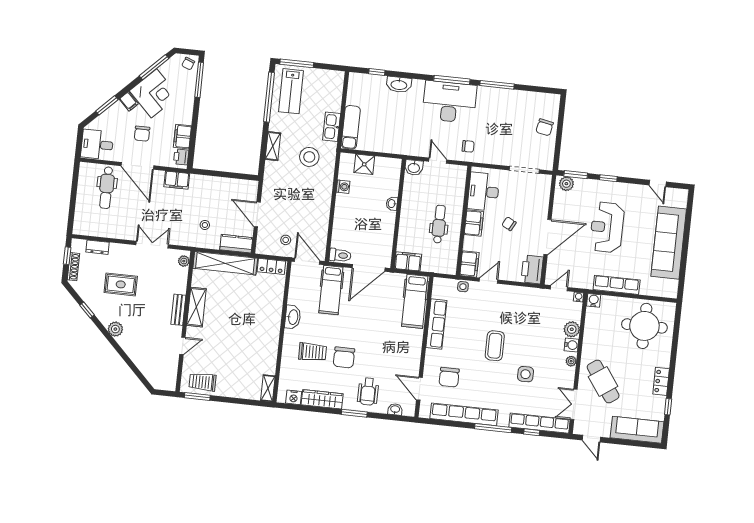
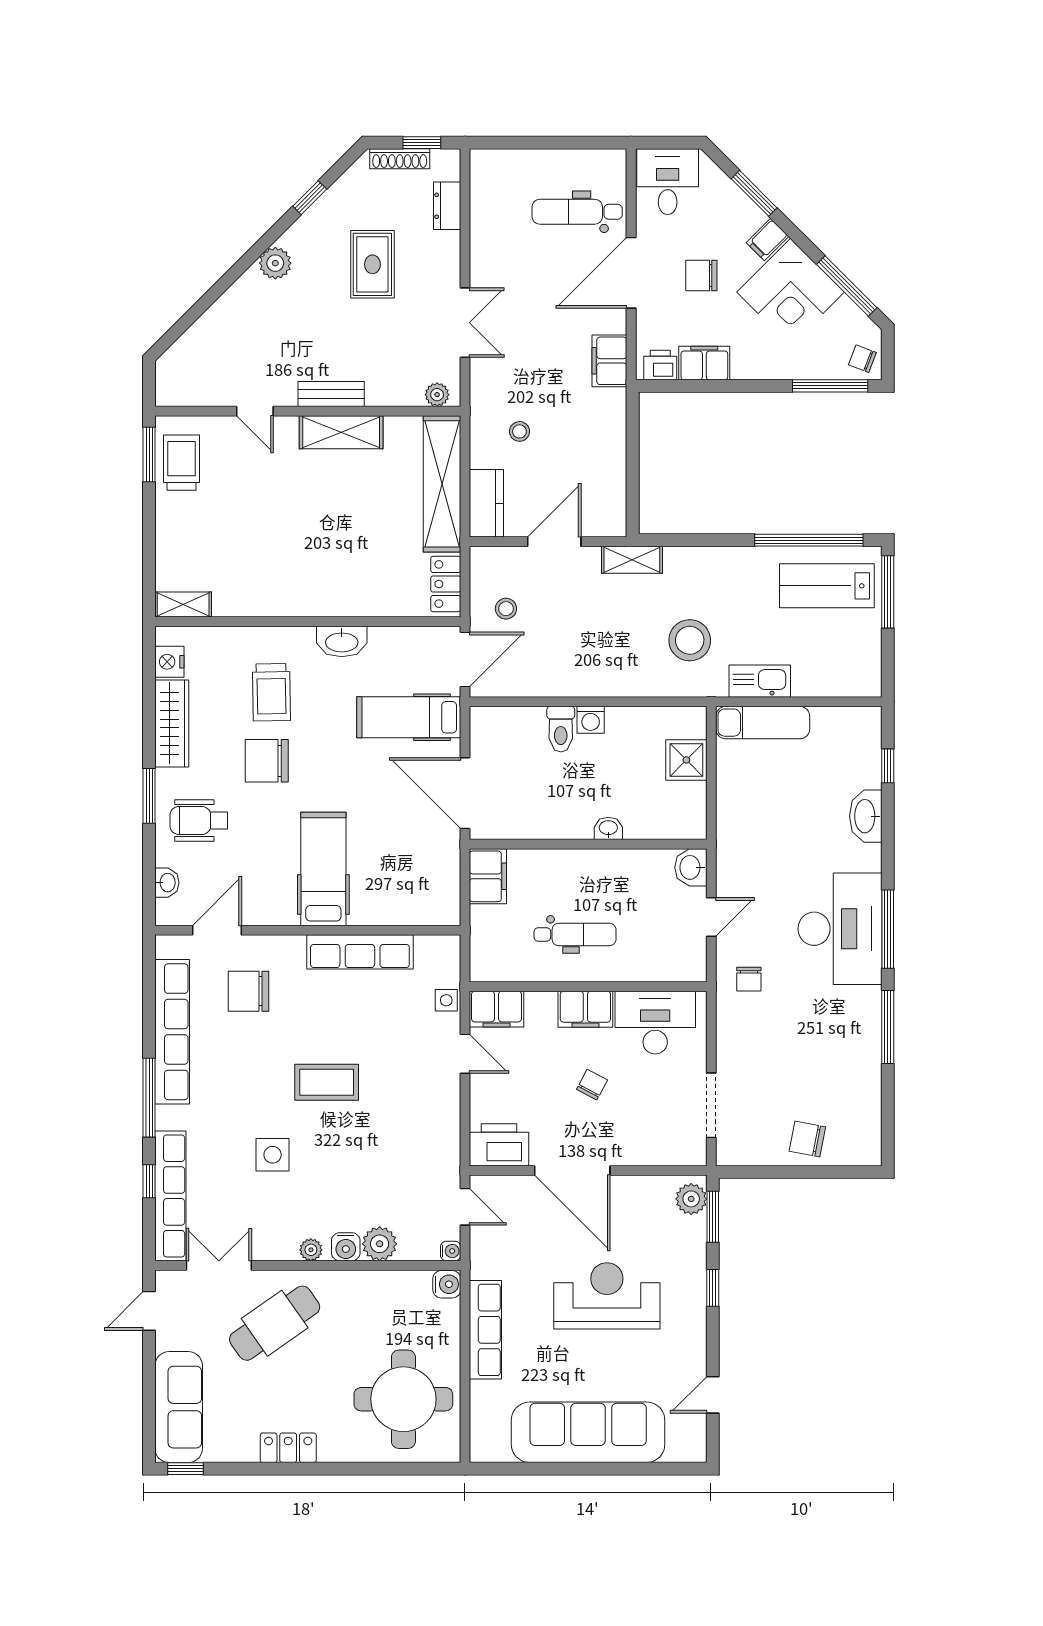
shelving: (273, 146) -> (632, 560), moved
washing machine: (343, 187) -> (591, 720), moved
toilet: (340, 255) -> (561, 729), moved
hospital bed: (415, 301) -> (323, 869), moved, turned 90
window: (668, 407) -> (185, 1469), moved

